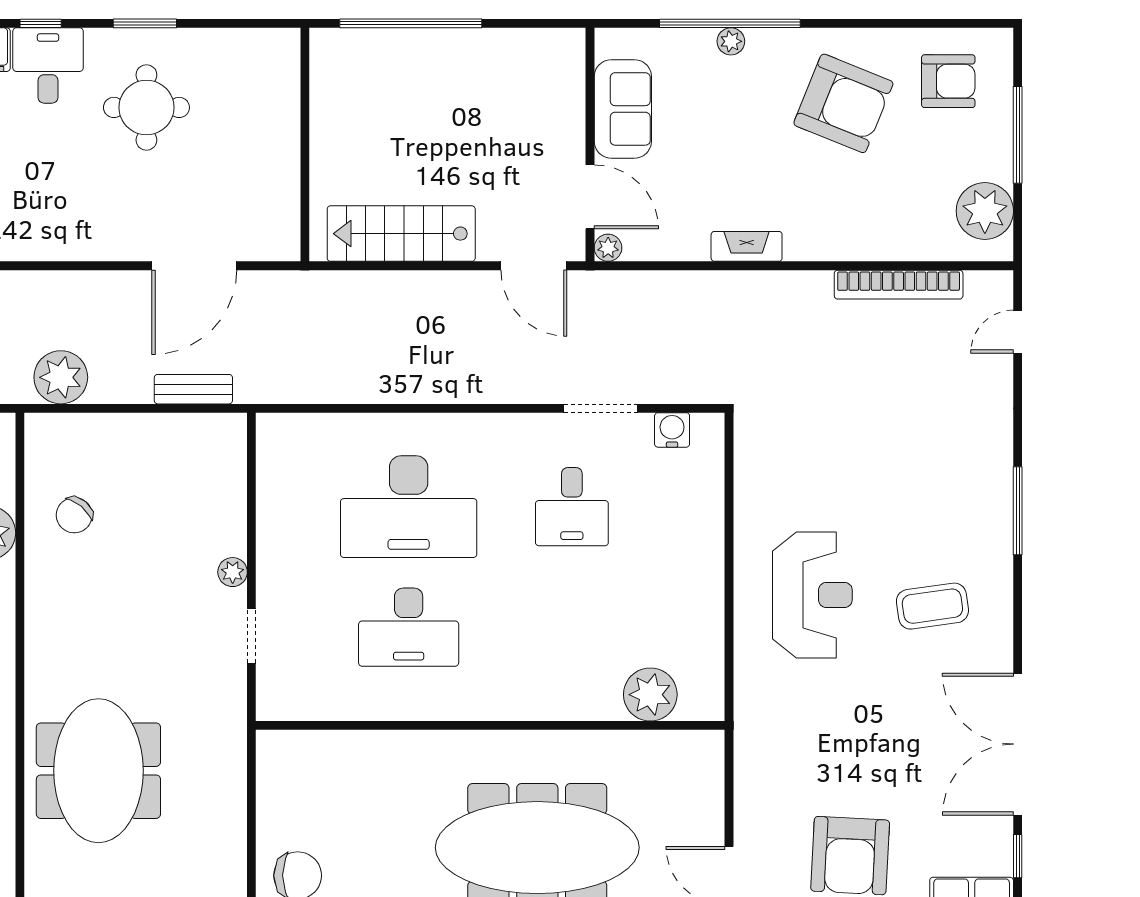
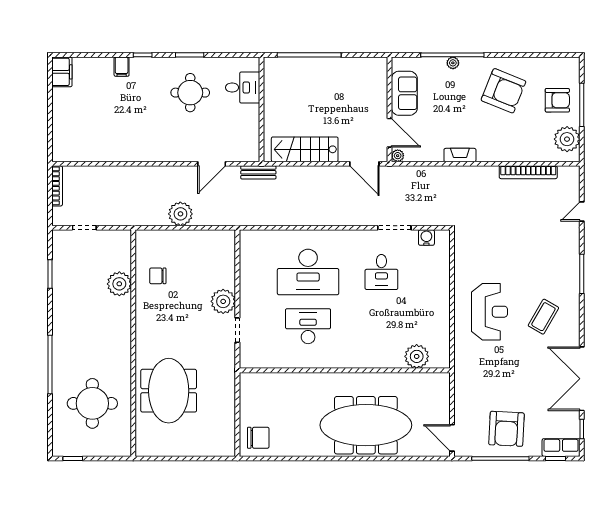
desk: (48, 65) -> (243, 88), moved, turned 90
armchair: (948, 81) -> (557, 100), moved
door: (194, 266) -> (212, 164), width x0.73
door: (1018, 332) -> (582, 211), moved
plant: (61, 377) -> (180, 214), moved
bench: (193, 389) -> (258, 172), moved
chair: (74, 515) -> (158, 276), turned 50
plant: (233, 572) -> (223, 301), width x1.88, depth x1.88
coffee table: (932, 606) -> (543, 317), turned -52
desk: (409, 627) -> (308, 326), turned 180

